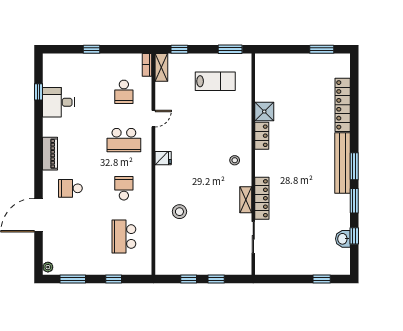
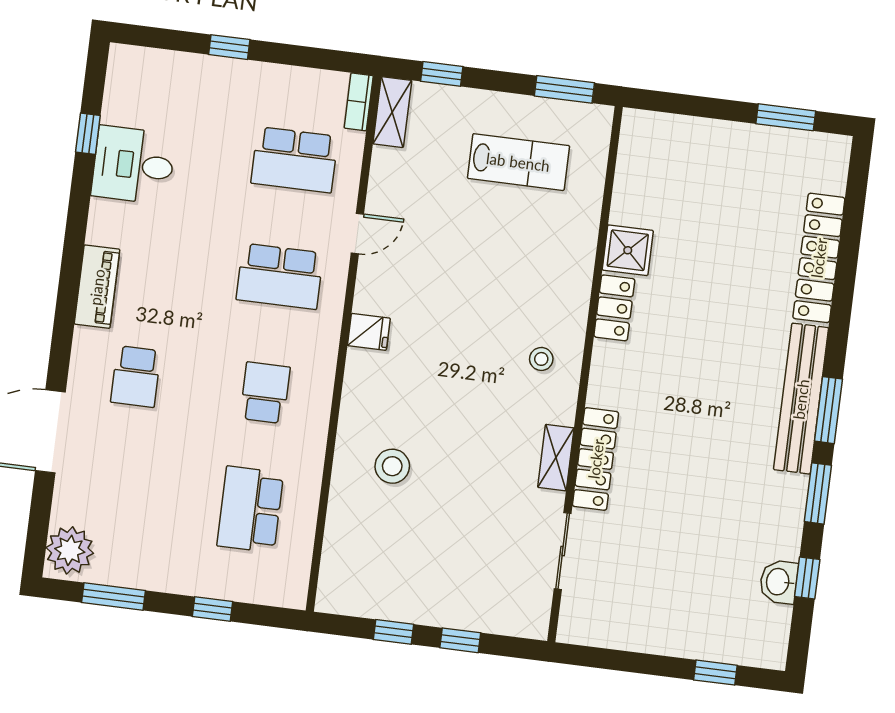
school desk: (124, 92) -> (294, 160), width x1.85
school desk: (70, 188) -> (136, 376), turned -90
plant: (48, 267) -> (70, 550), width x1.88, depth x1.88

